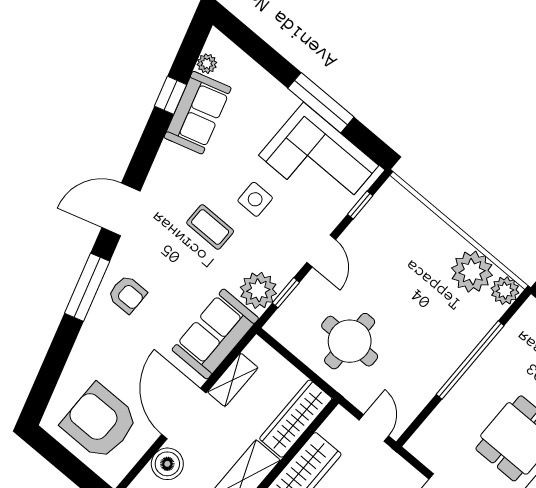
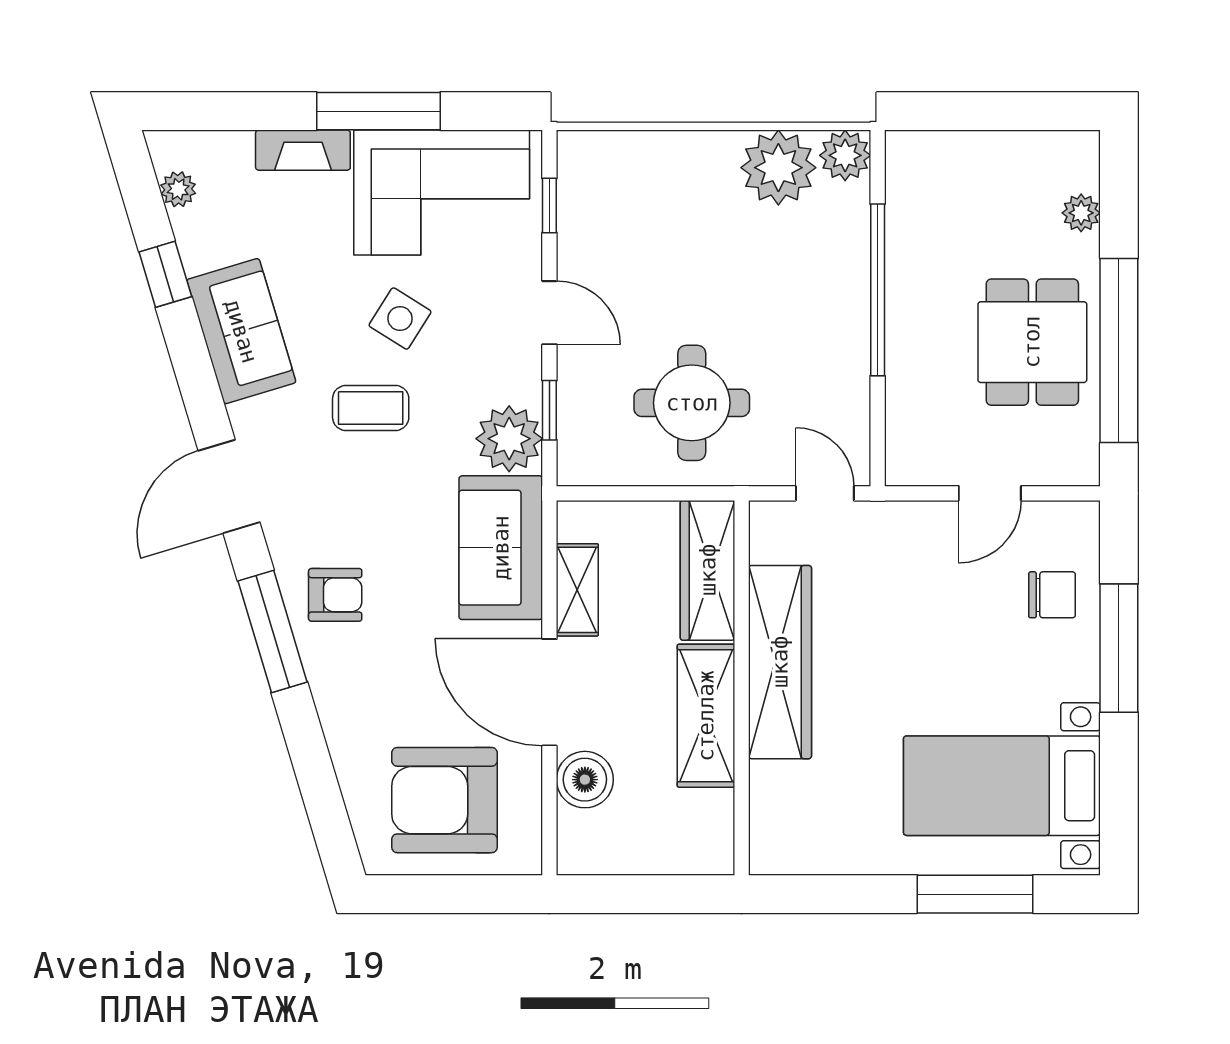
fireplace: (274, 92) -> (303, 150), added
sofa: (198, 113) -> (241, 331), moved
side table: (255, 199) -> (400, 319), turned 32

